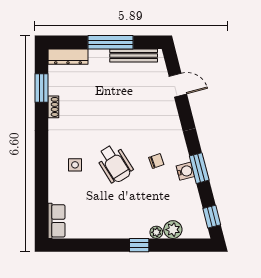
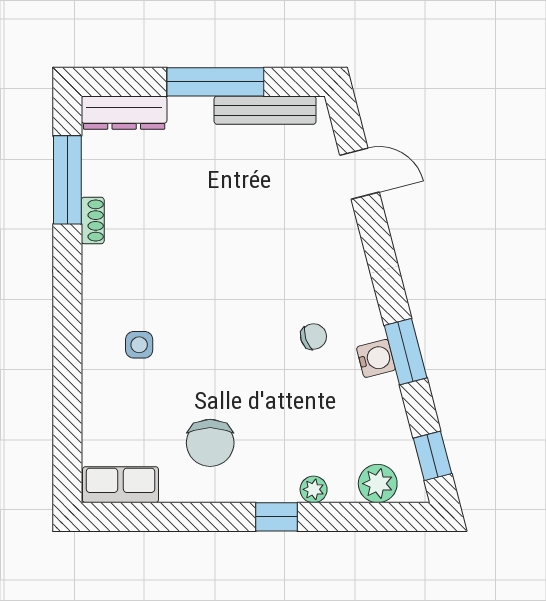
window: (42, 88) -> (67, 180), width x1.44
wheelchair: (115, 164) -> (224, 342), removed
chair: (108, 211) -> (210, 443), added
row of seats: (56, 221) -> (120, 485), moved, turned -90
plant: (173, 230) -> (378, 484), moved

